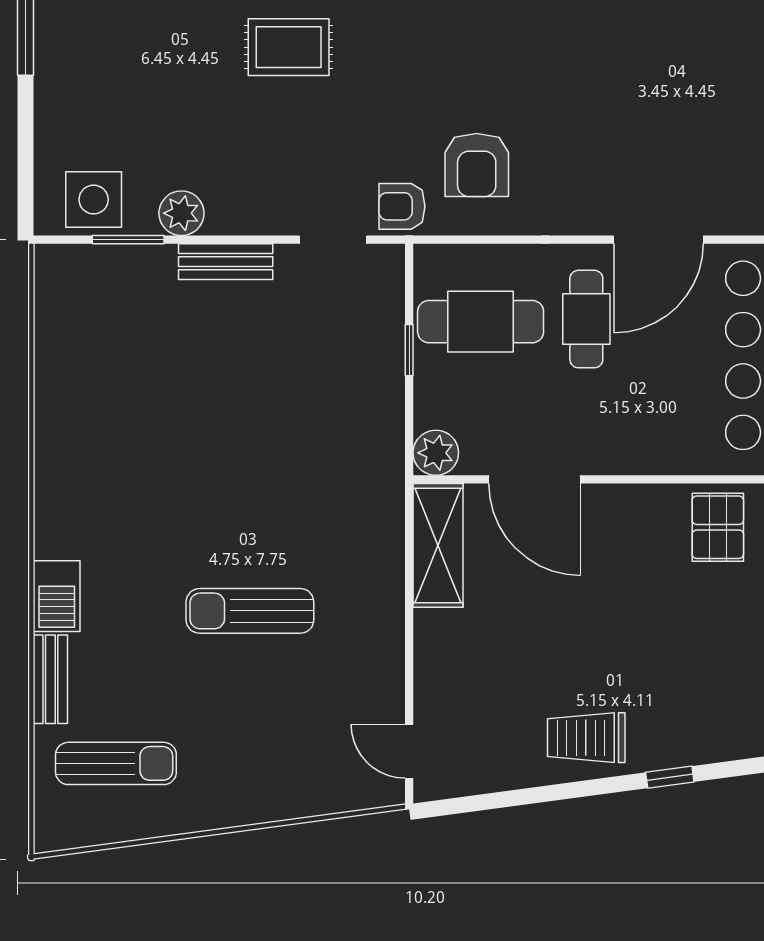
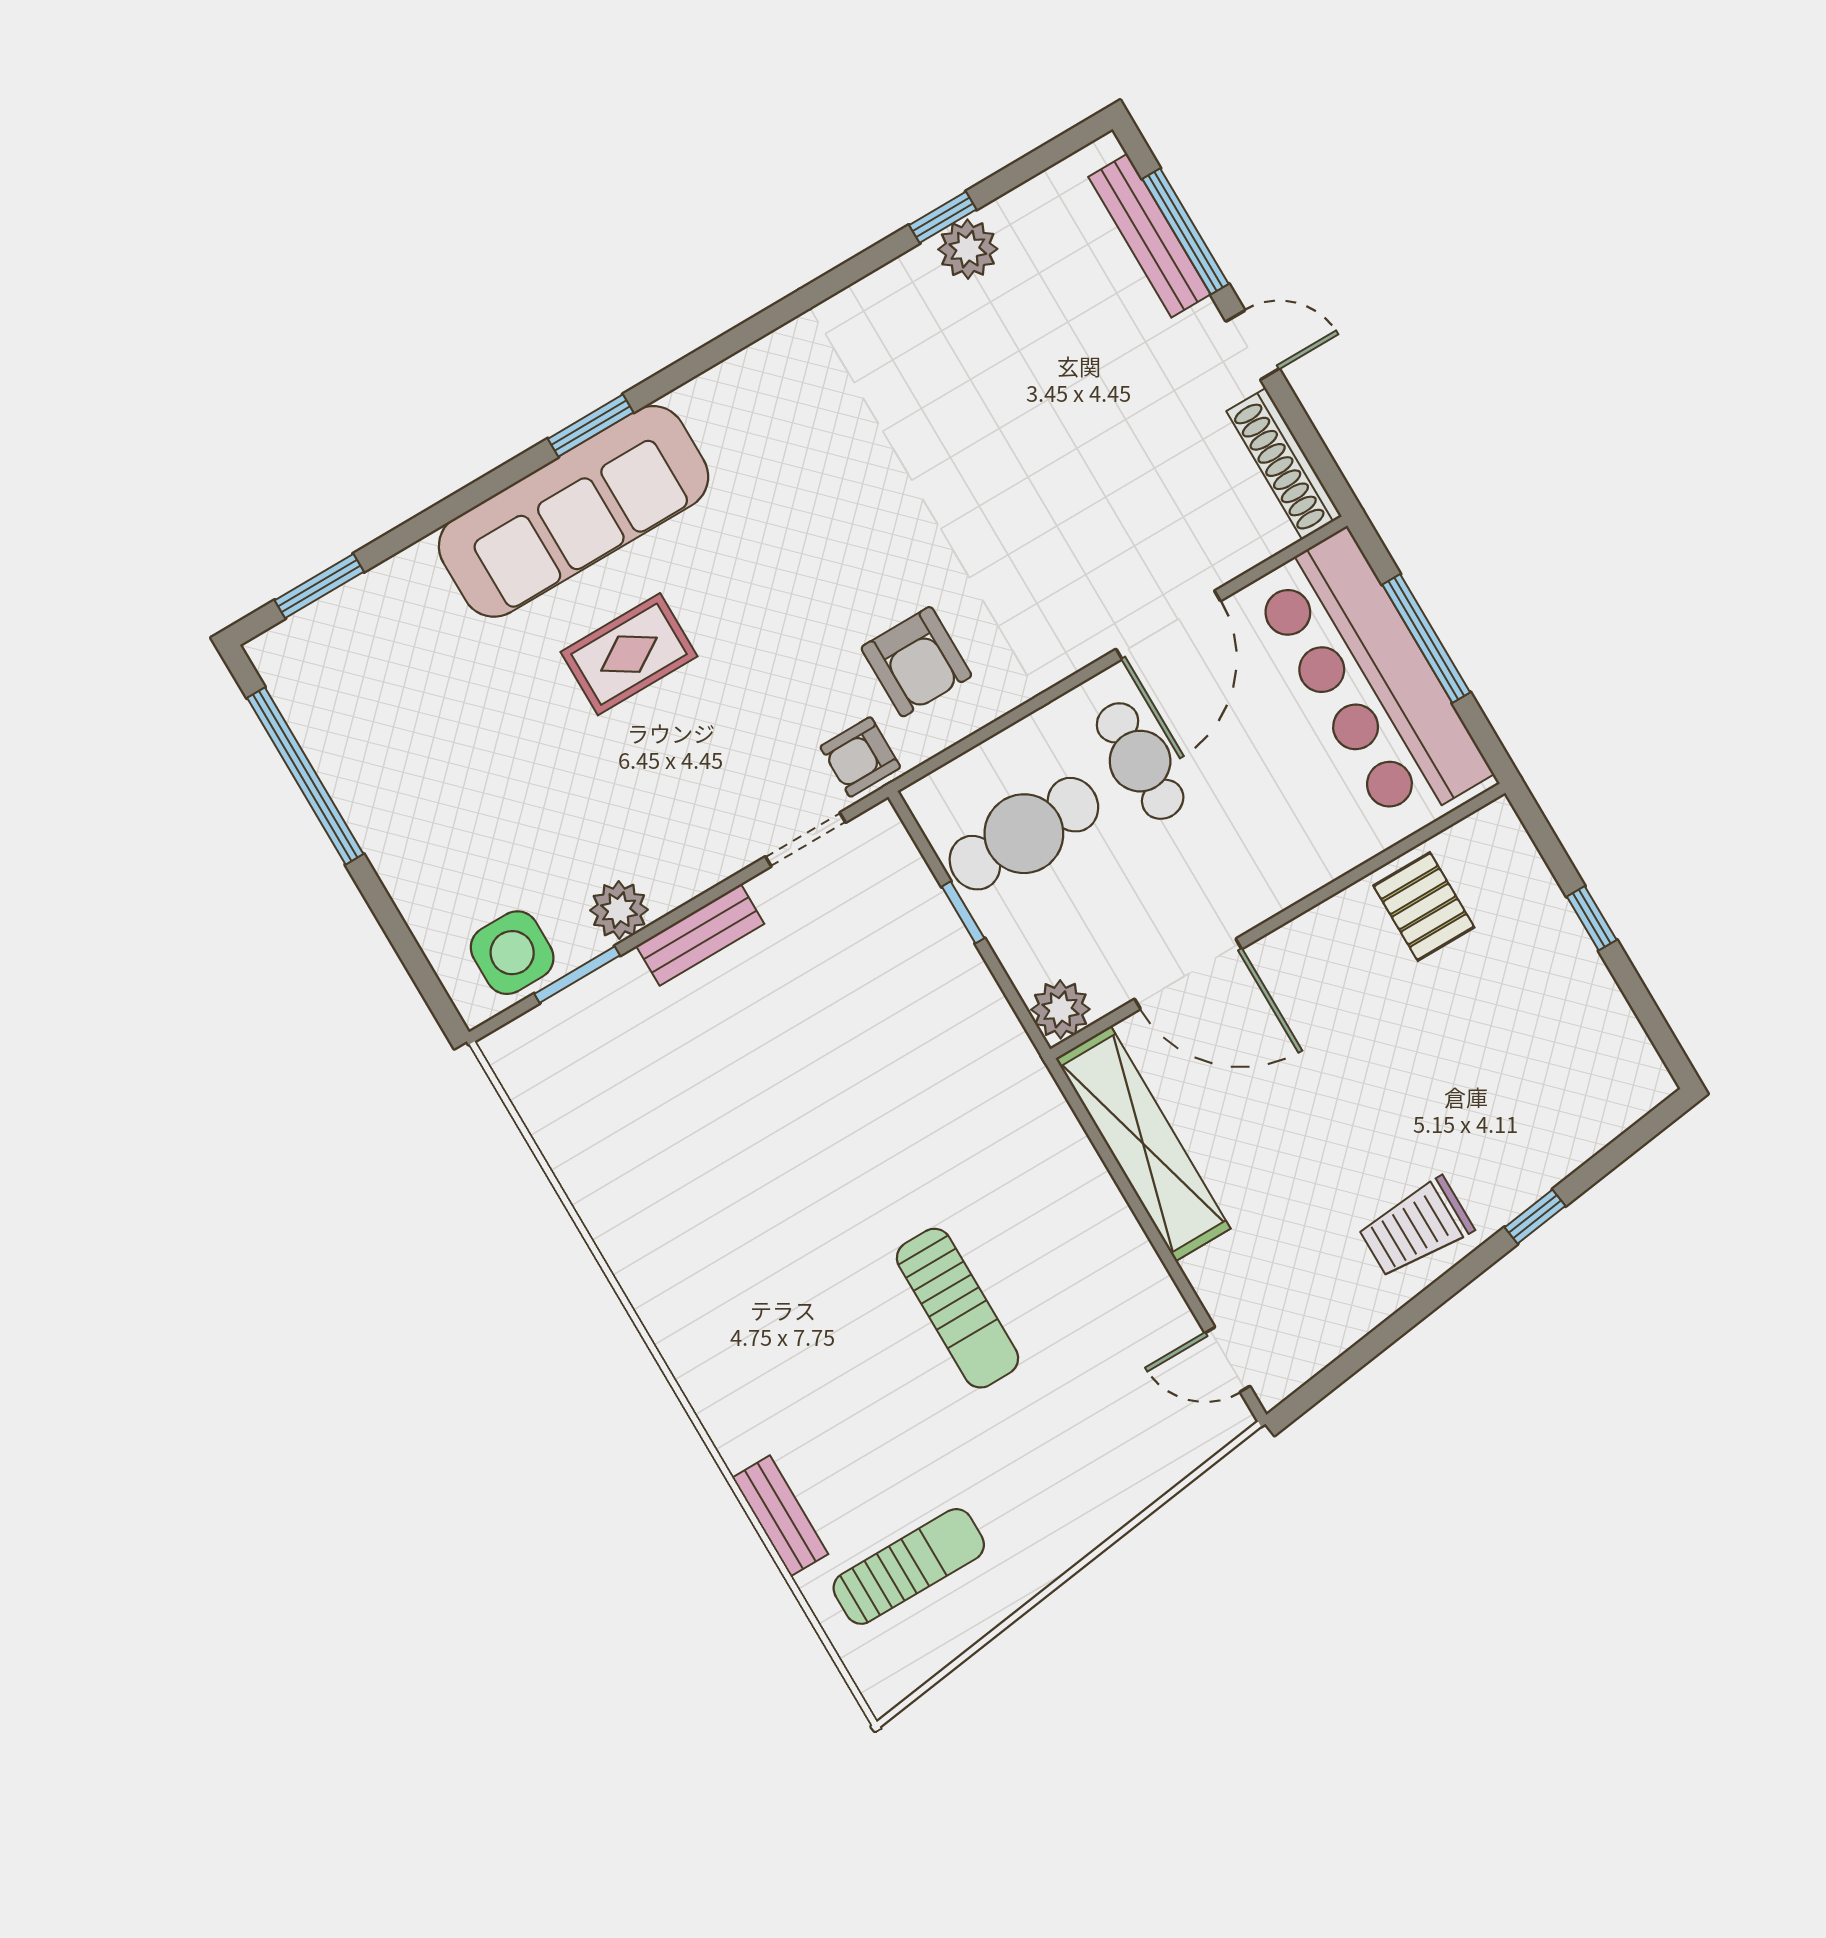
shelving: (438, 545) -> (1143, 1144), width x1.47
barbecue: (57, 596) -> (732, 1419), removed
sun lounger: (250, 611) -> (957, 1308), turned -90

